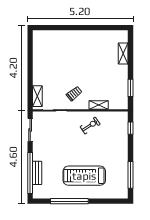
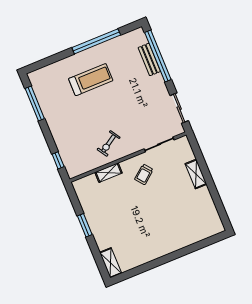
shelving: (123, 53) -> (111, 263), moved
window: (131, 88) -> (85, 225), moved
shelving: (37, 96) -> (196, 174), moved
treadmill: (84, 176) -> (91, 80), width x0.73, depth x0.73

